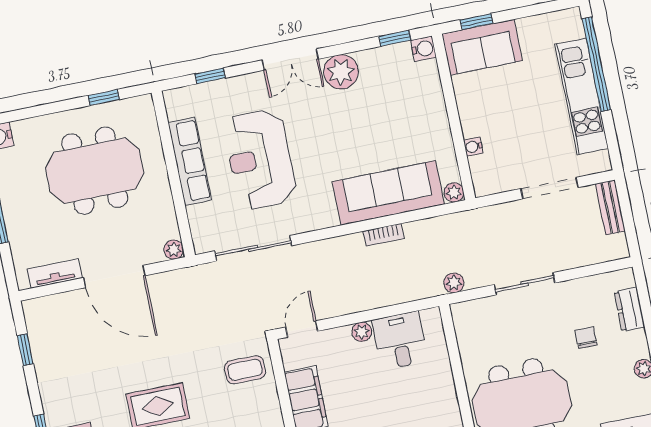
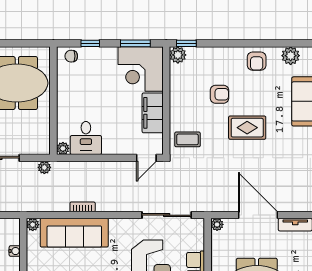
plant: (362, 332) -> (63, 148), moved

